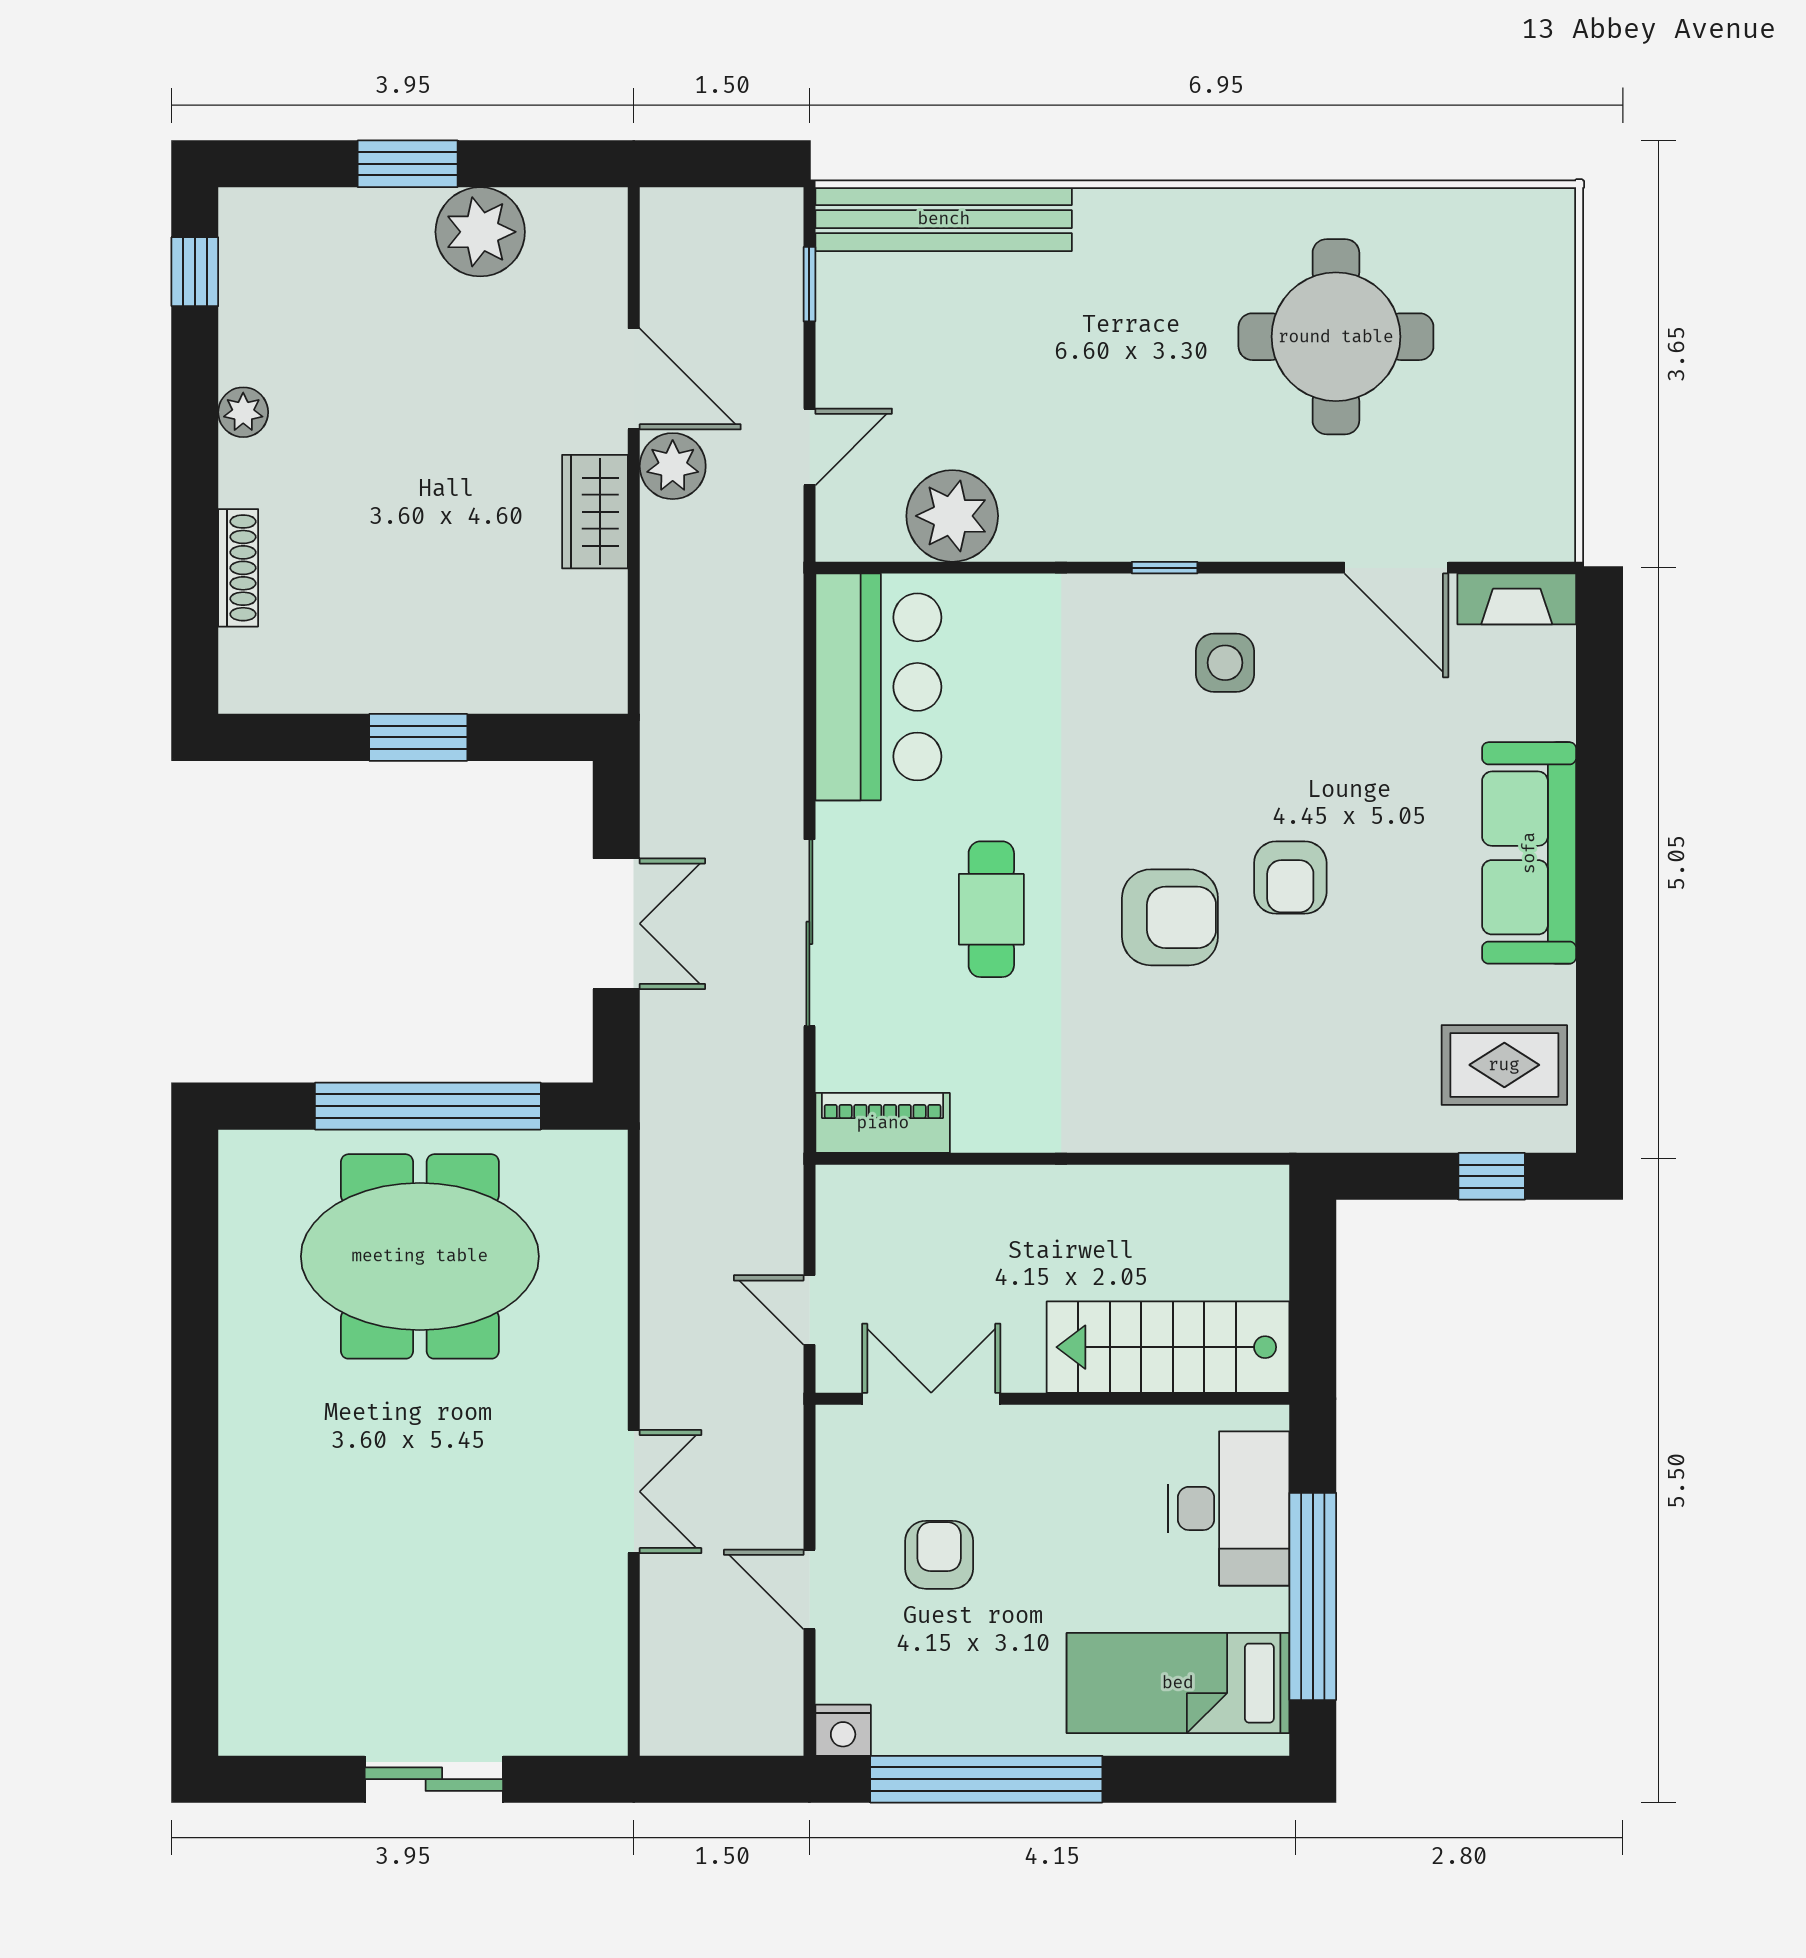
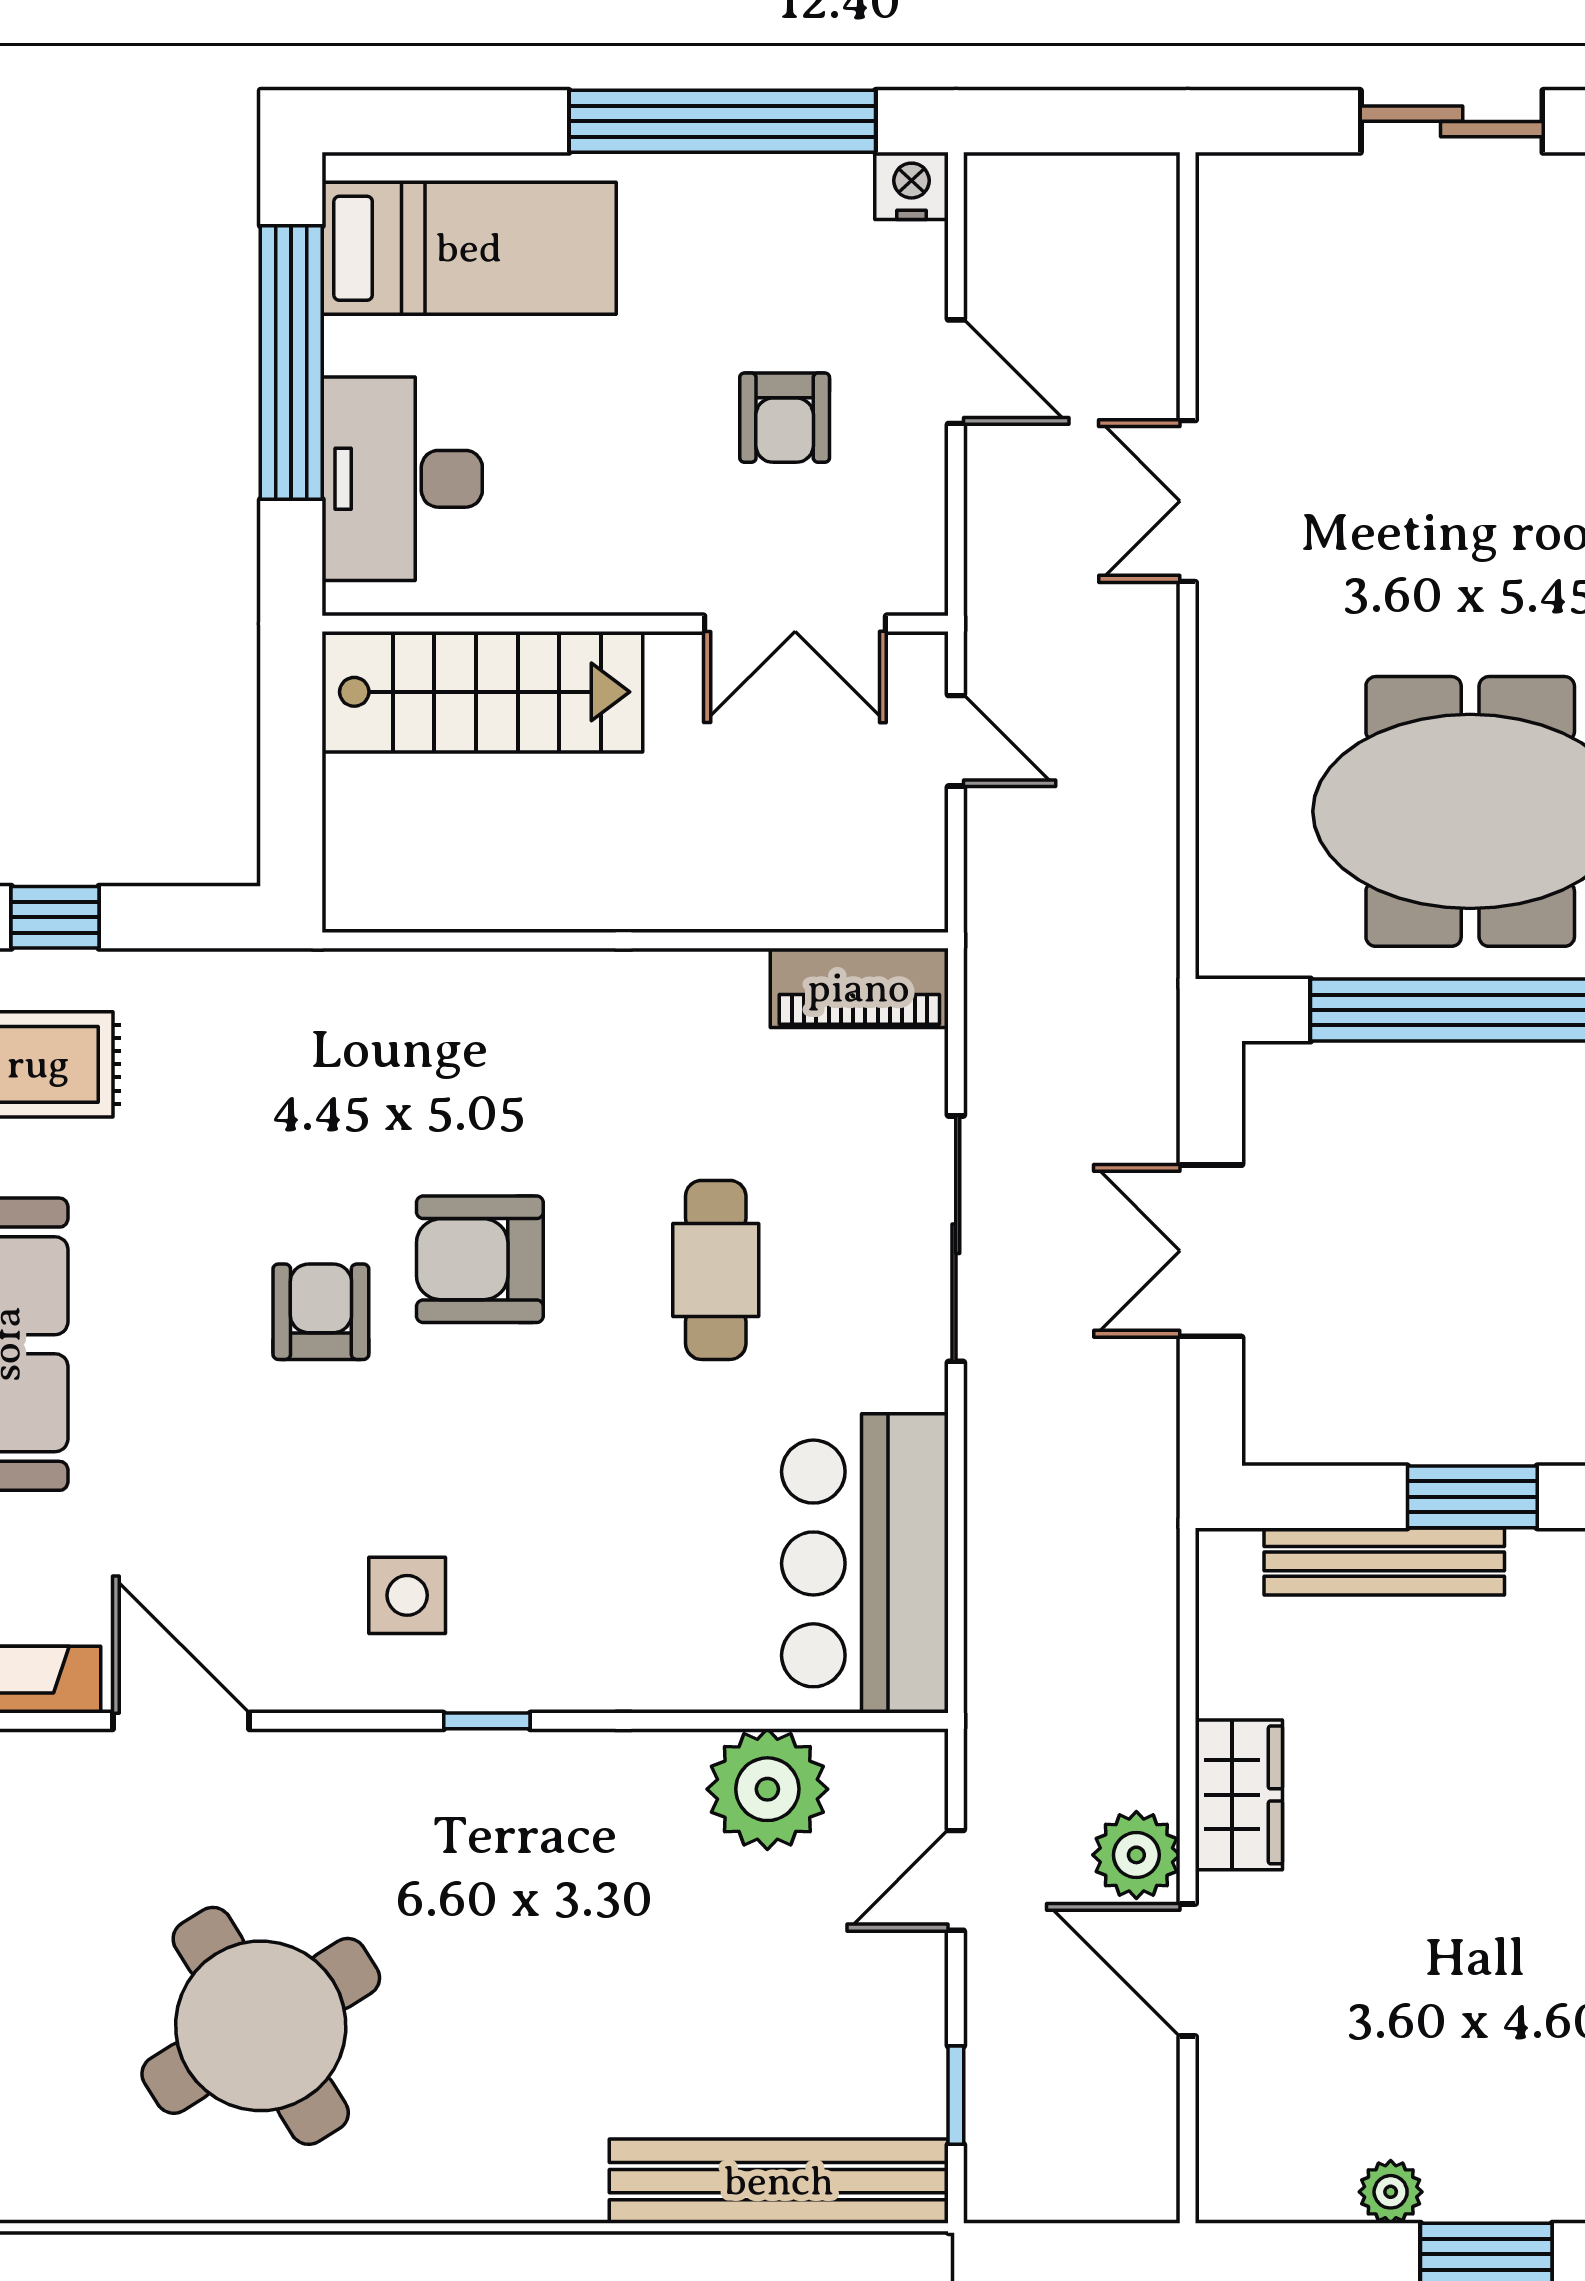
plant: (480, 232) -> (1391, 2192), width x0.53, depth x0.53
round table: (1336, 337) -> (261, 2026), turned -32
bench: (485, 688) -> (1384, 1561), added

